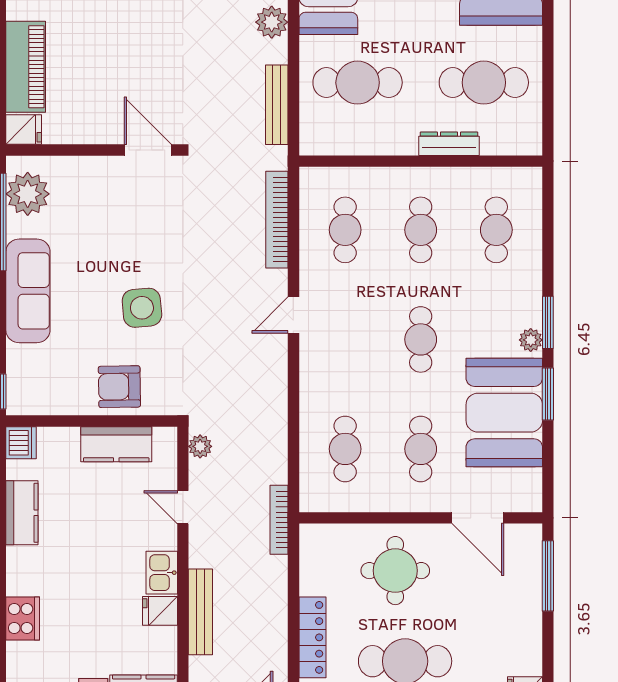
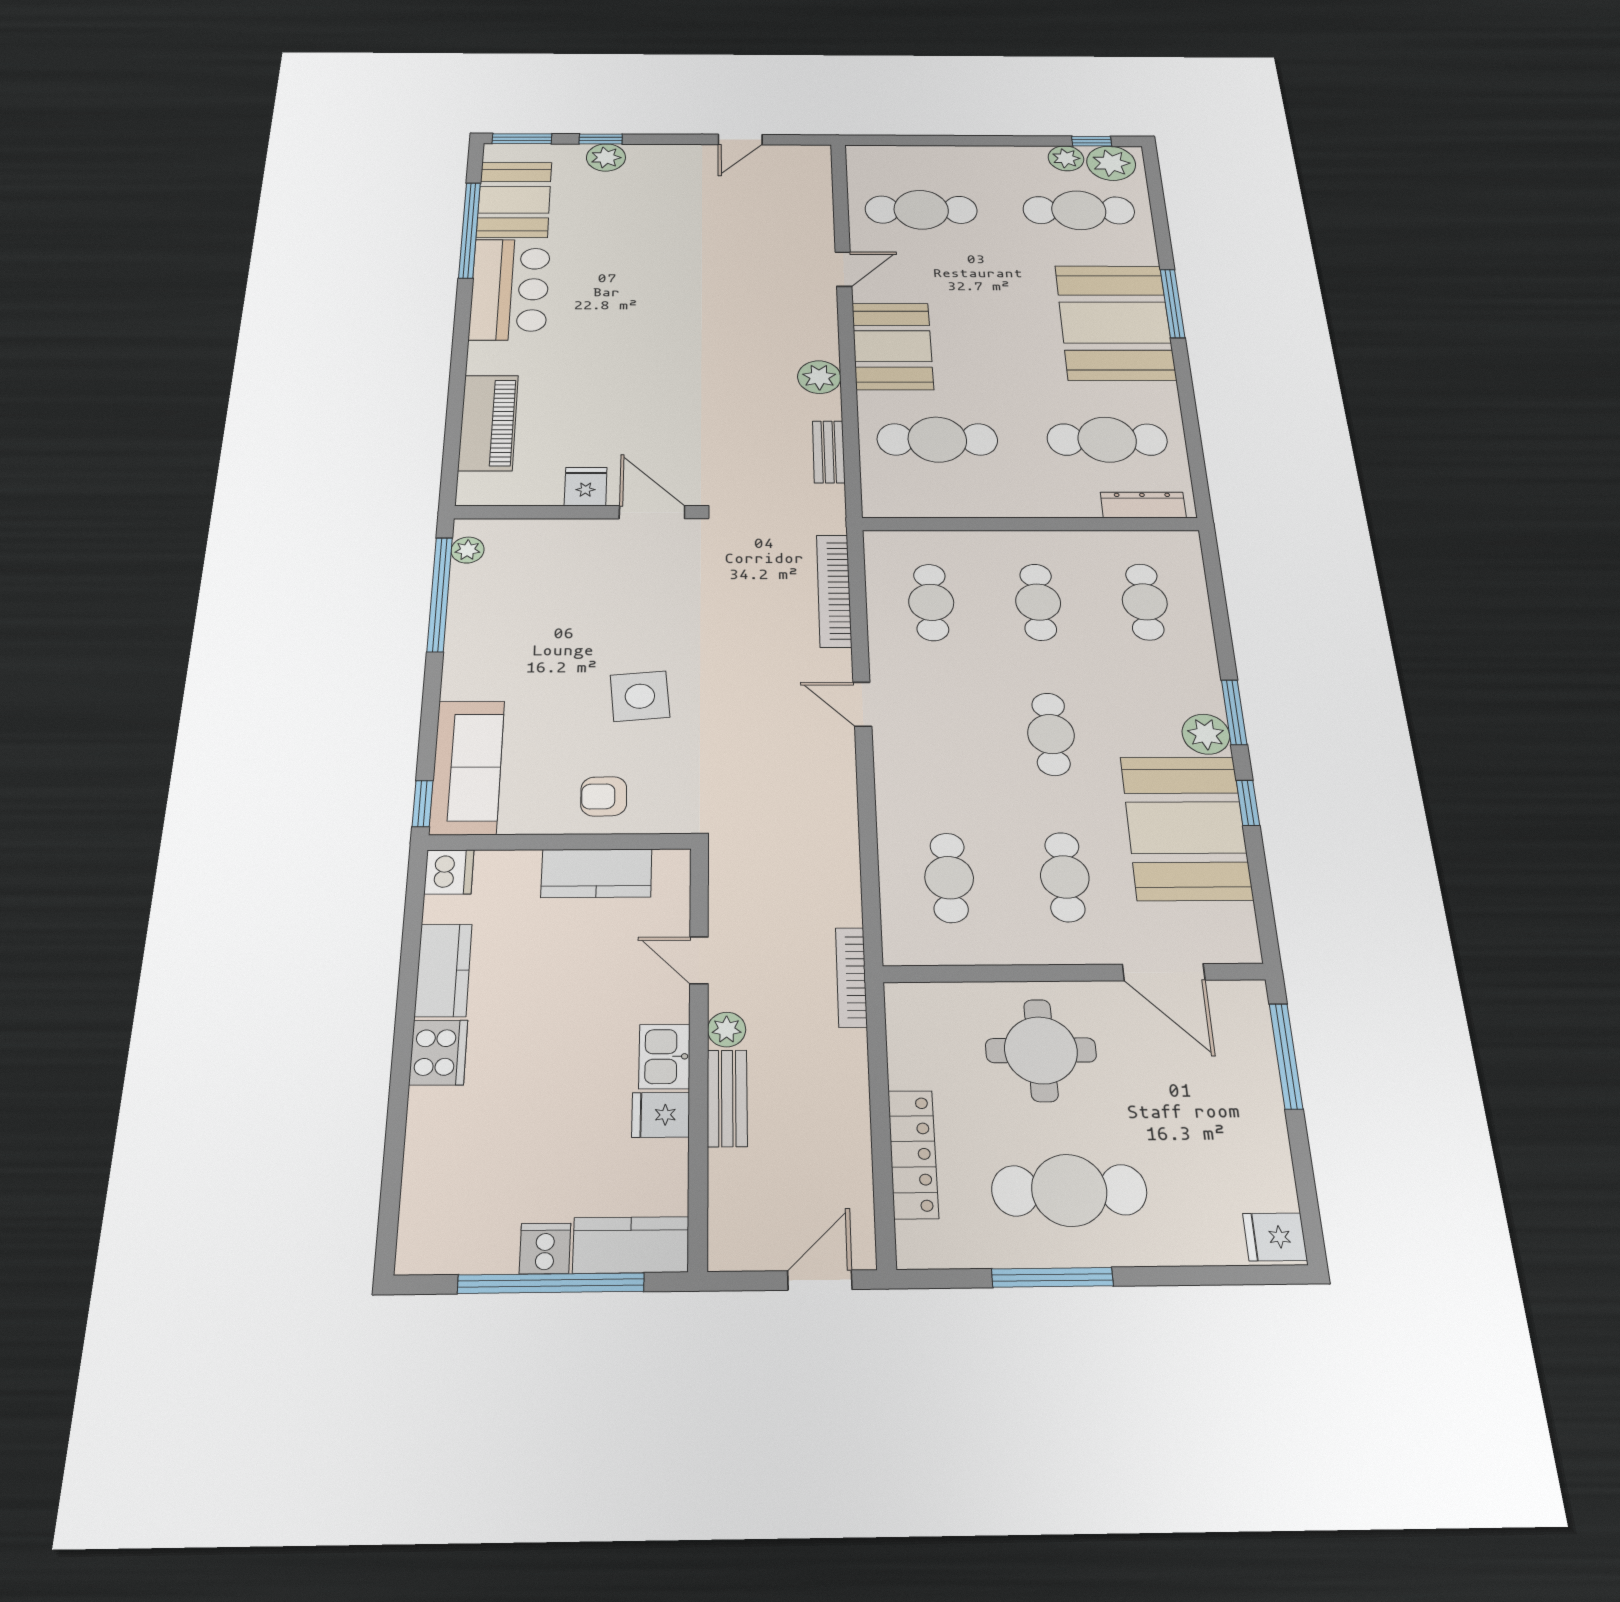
bench: (277, 105) -> (829, 452), width x0.73
fridge: (24, 129) -> (586, 487), moved, turned -90
dresser: (449, 144) -> (1143, 505), moved
plant: (28, 194) -> (468, 550), width x0.53, depth x0.53
sofa: (28, 291) -> (467, 767), moved
door: (293, 315) -> (862, 704), hinge flipped
plant: (531, 340) -> (1206, 734), width x1.38, depth x1.38
armchair: (119, 387) -> (604, 796), width x0.72, depth x0.72
window: (548, 394) -> (1248, 803), width x0.67
plant: (200, 446) -> (727, 1029), moved
bench: (200, 612) -> (727, 1098), width x0.73
cooker: (23, 618) -> (438, 1052), moved

